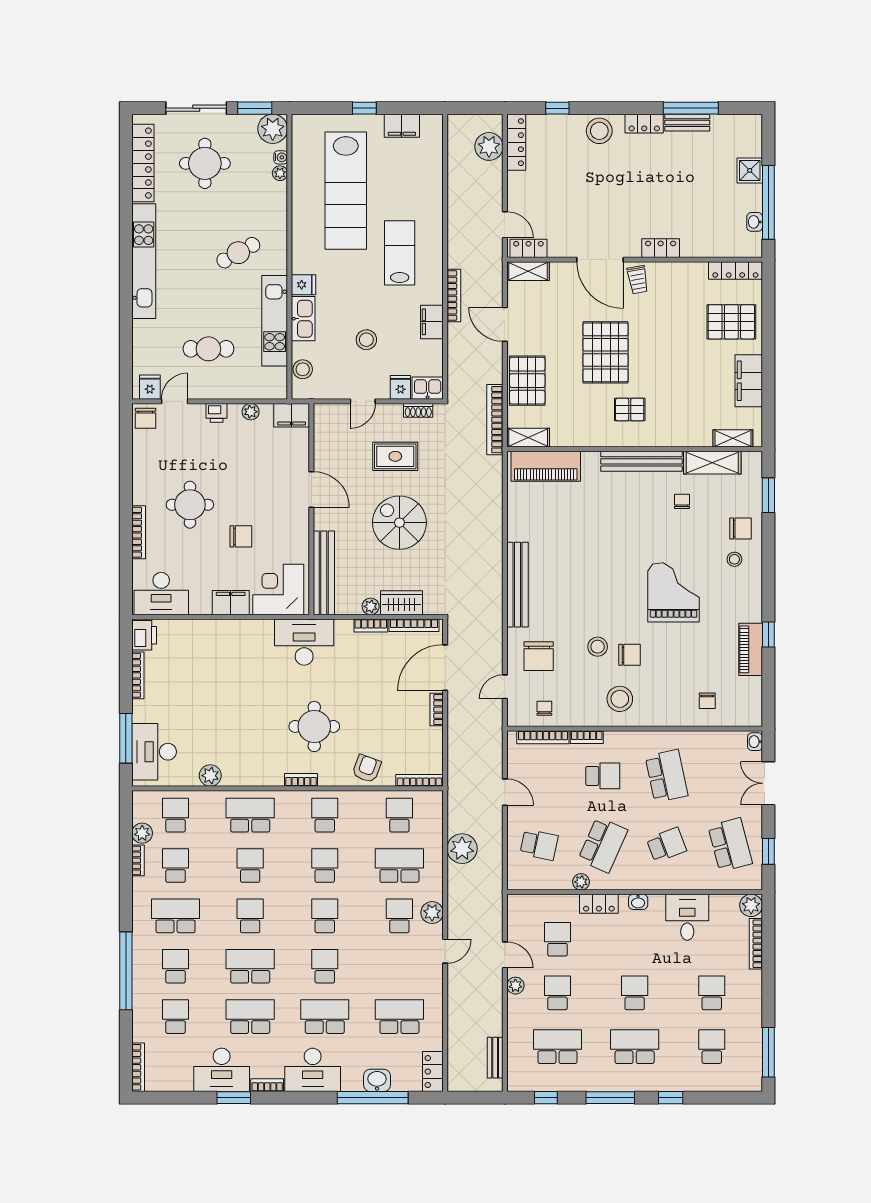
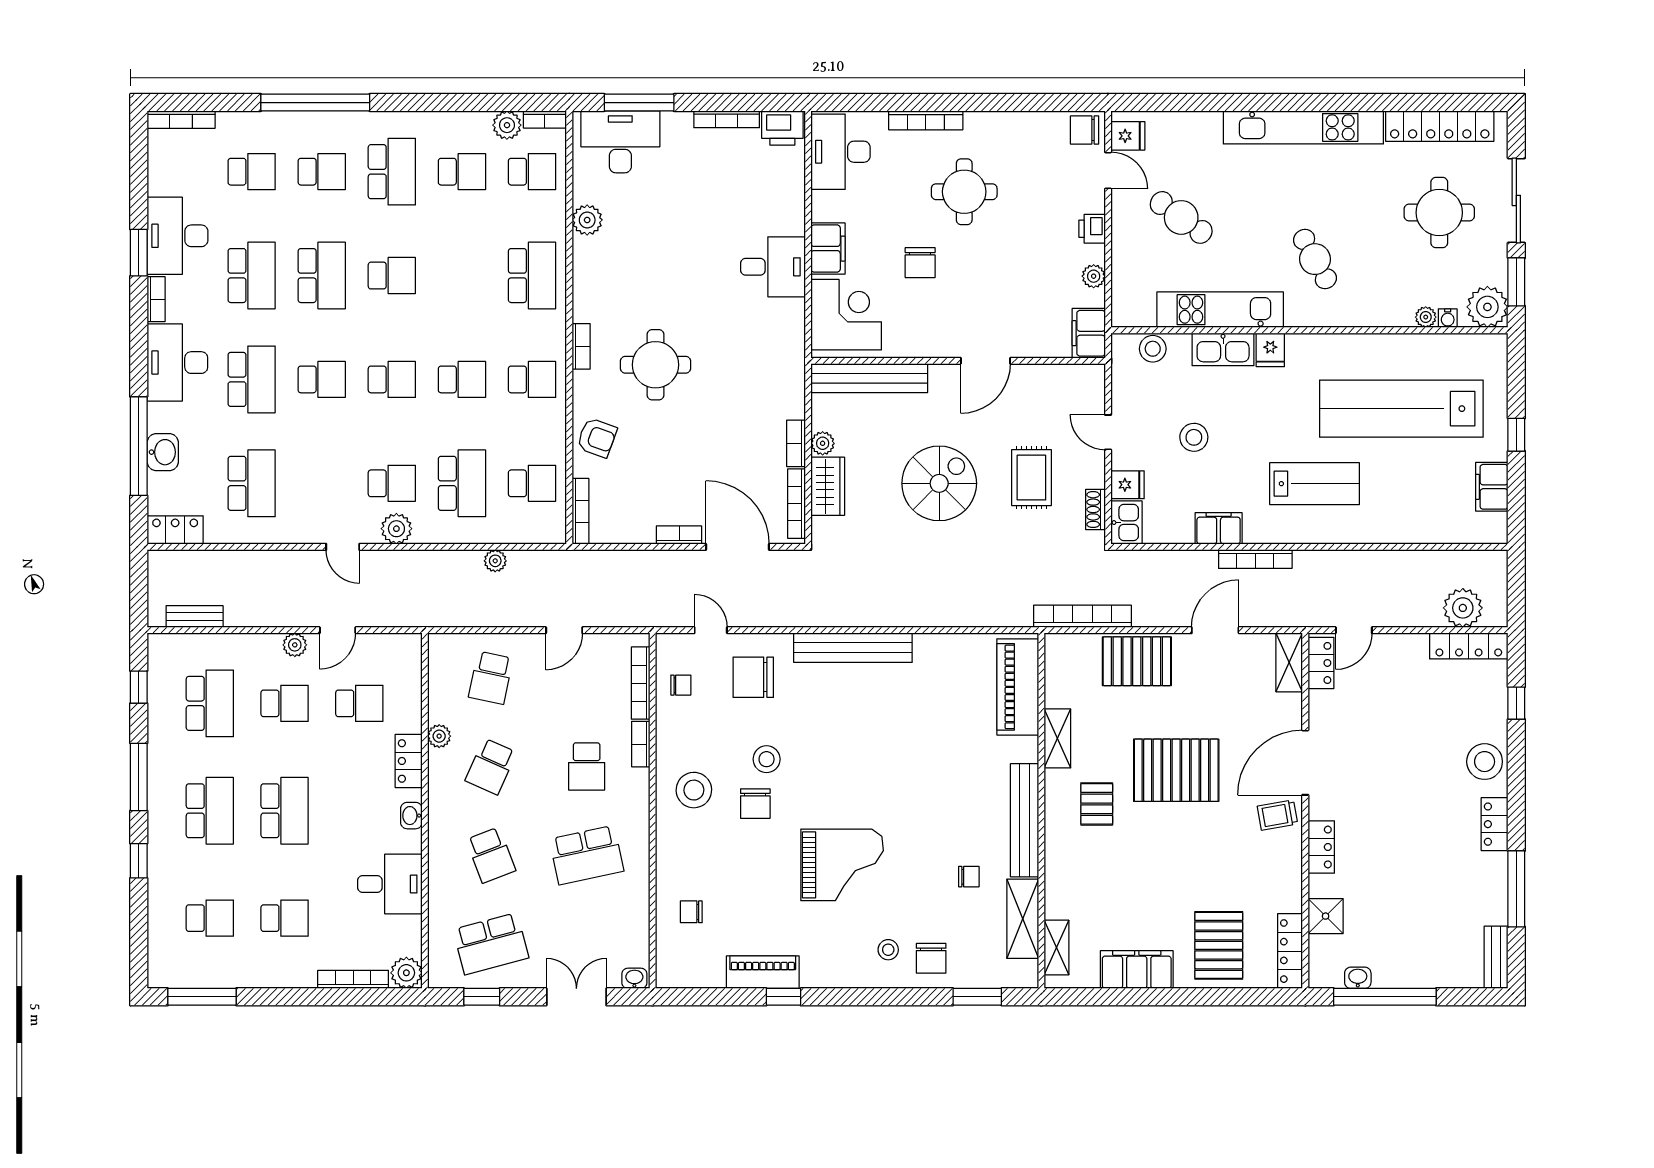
bench: (687, 123) -> (1496, 957), moved
shower: (750, 170) -> (1326, 916), moved
cafe table: (208, 349) -> (1181, 217), turned -54
shelving: (528, 438) -> (1057, 738), moved
desk: (304, 642) -> (773, 267), moved, width x0.73
school desk: (603, 845) -> (491, 766), width x0.54
plant: (462, 849) -> (495, 561), width x0.53, depth x0.53
bookcase: (138, 860) -> (545, 119), moved
school desk: (250, 866) -> (462, 276), removed
school desk: (635, 993) -> (285, 811), width x1.85

